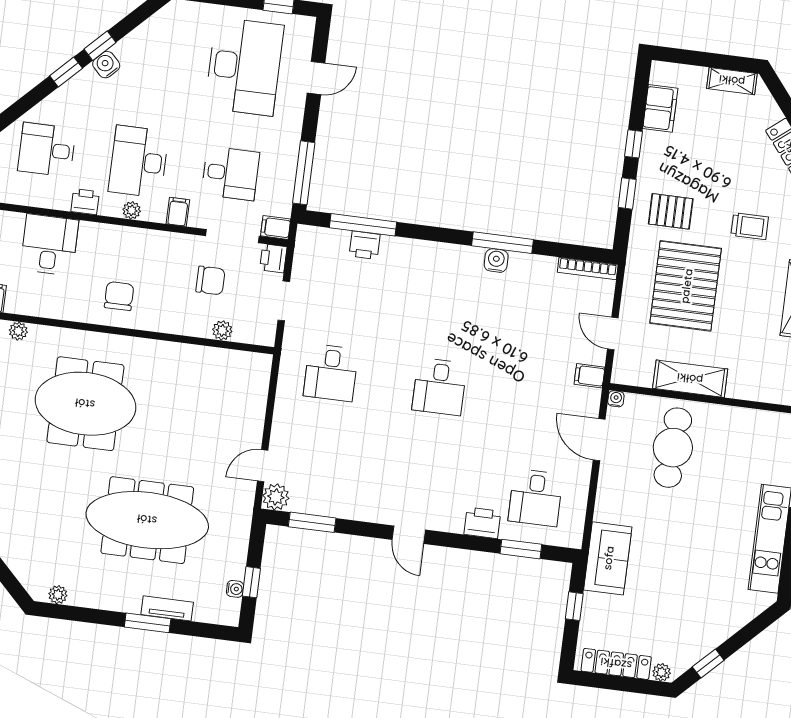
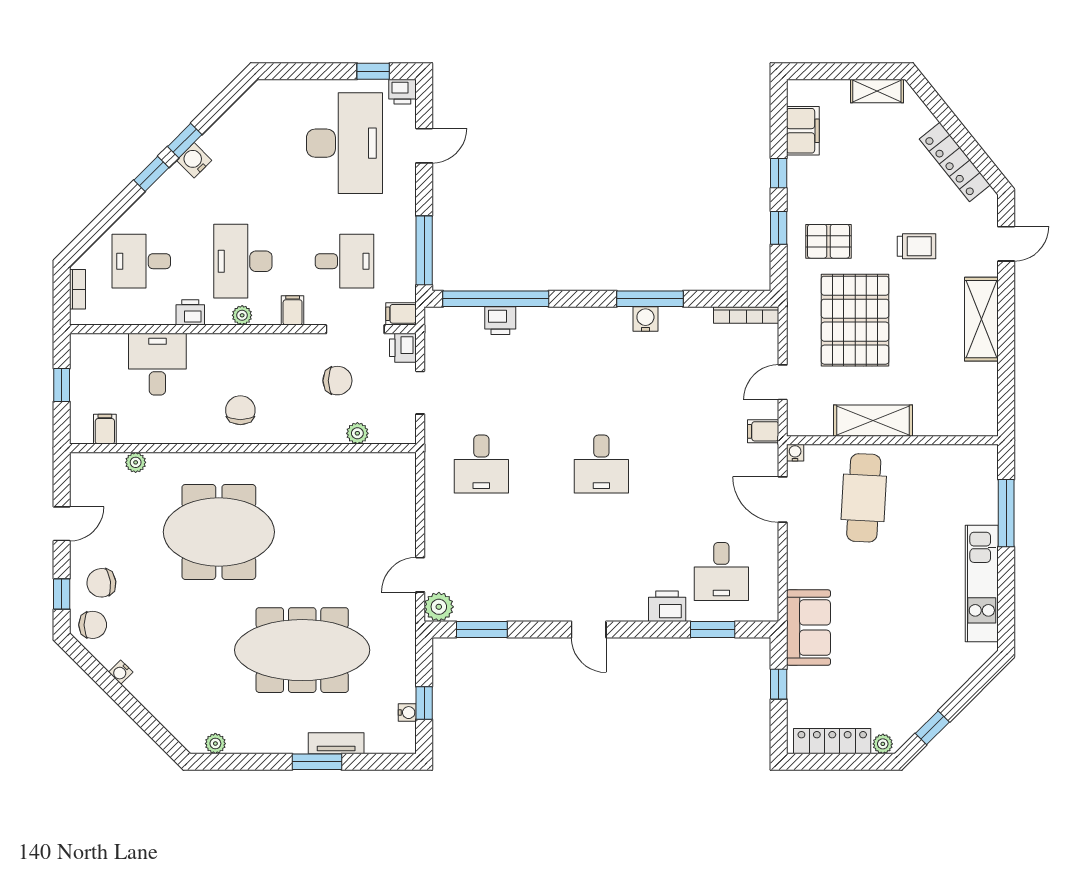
printer: (303, 27) -> (402, 92), added
window: (363, 225) -> (496, 299), width x1.46
door: (613, 334) -> (783, 382), hinge flipped

